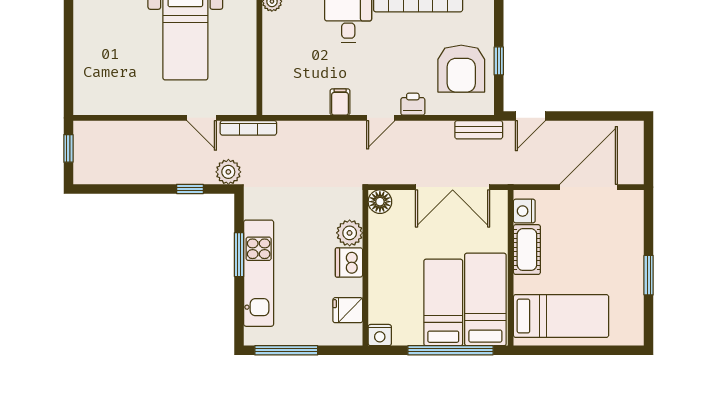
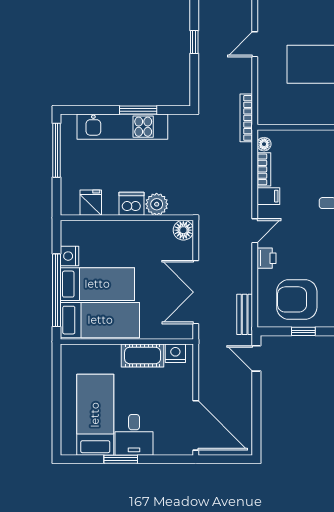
floor lamp: (279, 107) -> (264, 144), added
bookcase: (309, 107) -> (264, 169), added
door: (202, 118) -> (255, 44), moved
door: (381, 118) -> (255, 231), swing flipped
plant: (228, 172) -> (209, 101), removed
door: (589, 187) -> (196, 425), moved
window: (190, 189) -> (194, 42), moved
desk: (620, 259) -> (134, 435), added
bed: (561, 316) -> (95, 415), moved, turned 180
nightstand: (380, 335) -> (70, 256), moved

